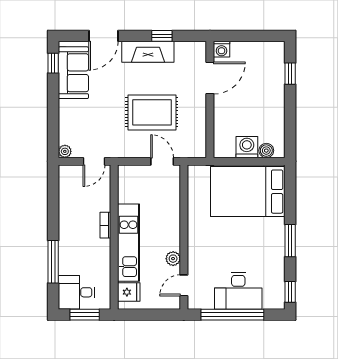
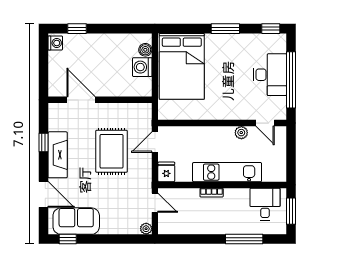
washing machine: (222, 49) -> (55, 43), moved
desk: (76, 292) -> (265, 204), moved, turned 180
fridge: (129, 292) -> (166, 172), moved

